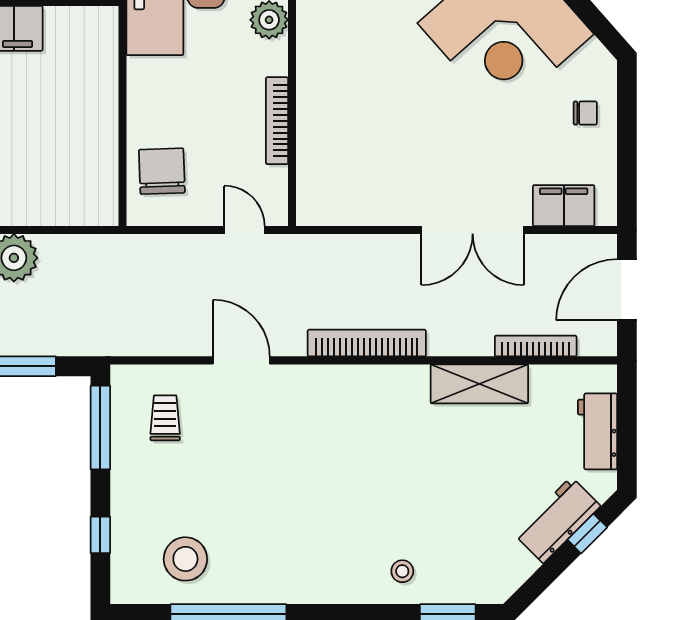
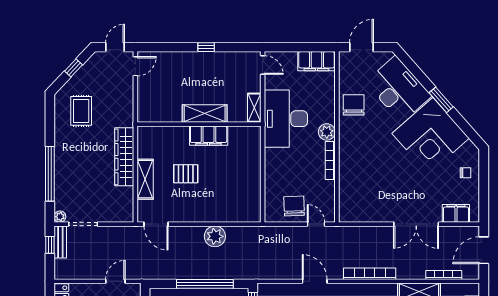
bookcase: (277, 121) -> (330, 160), moved
chair: (162, 171) -> (294, 206), moved

